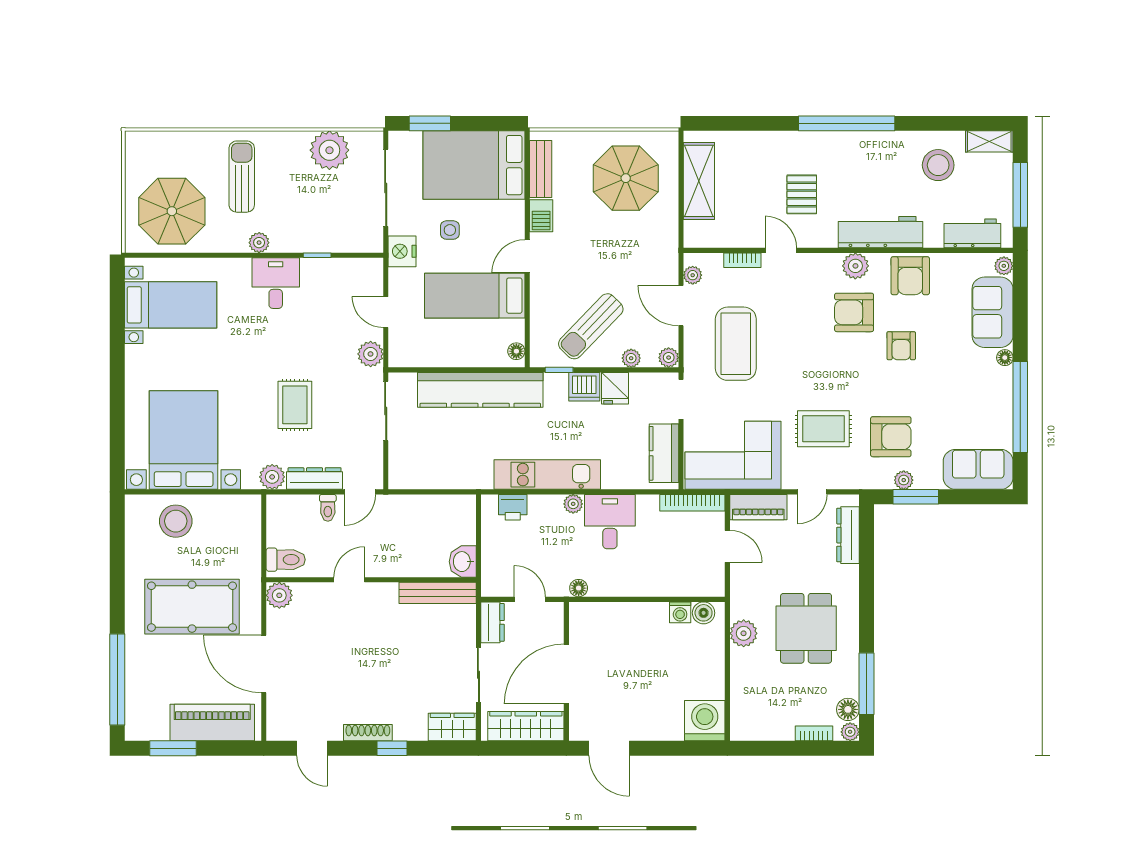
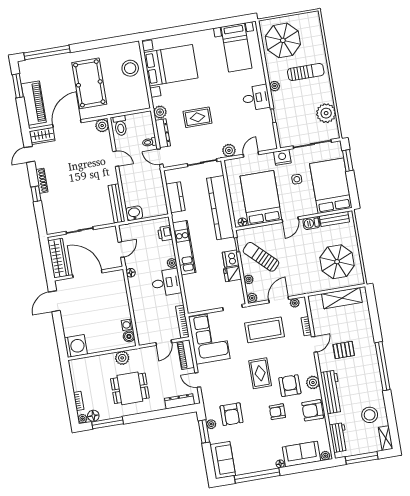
door: (527, 256) -> (290, 220), swing flipped
bed: (475, 296) -> (261, 198), width x1.50
rug: (823, 429) -> (260, 373), moved
kitchen counter: (664, 453) -> (175, 197), moved, turned 90
dresser: (493, 622) -> (107, 233), removed
wardrobe: (452, 727) -> (42, 136), moved, turned 90

